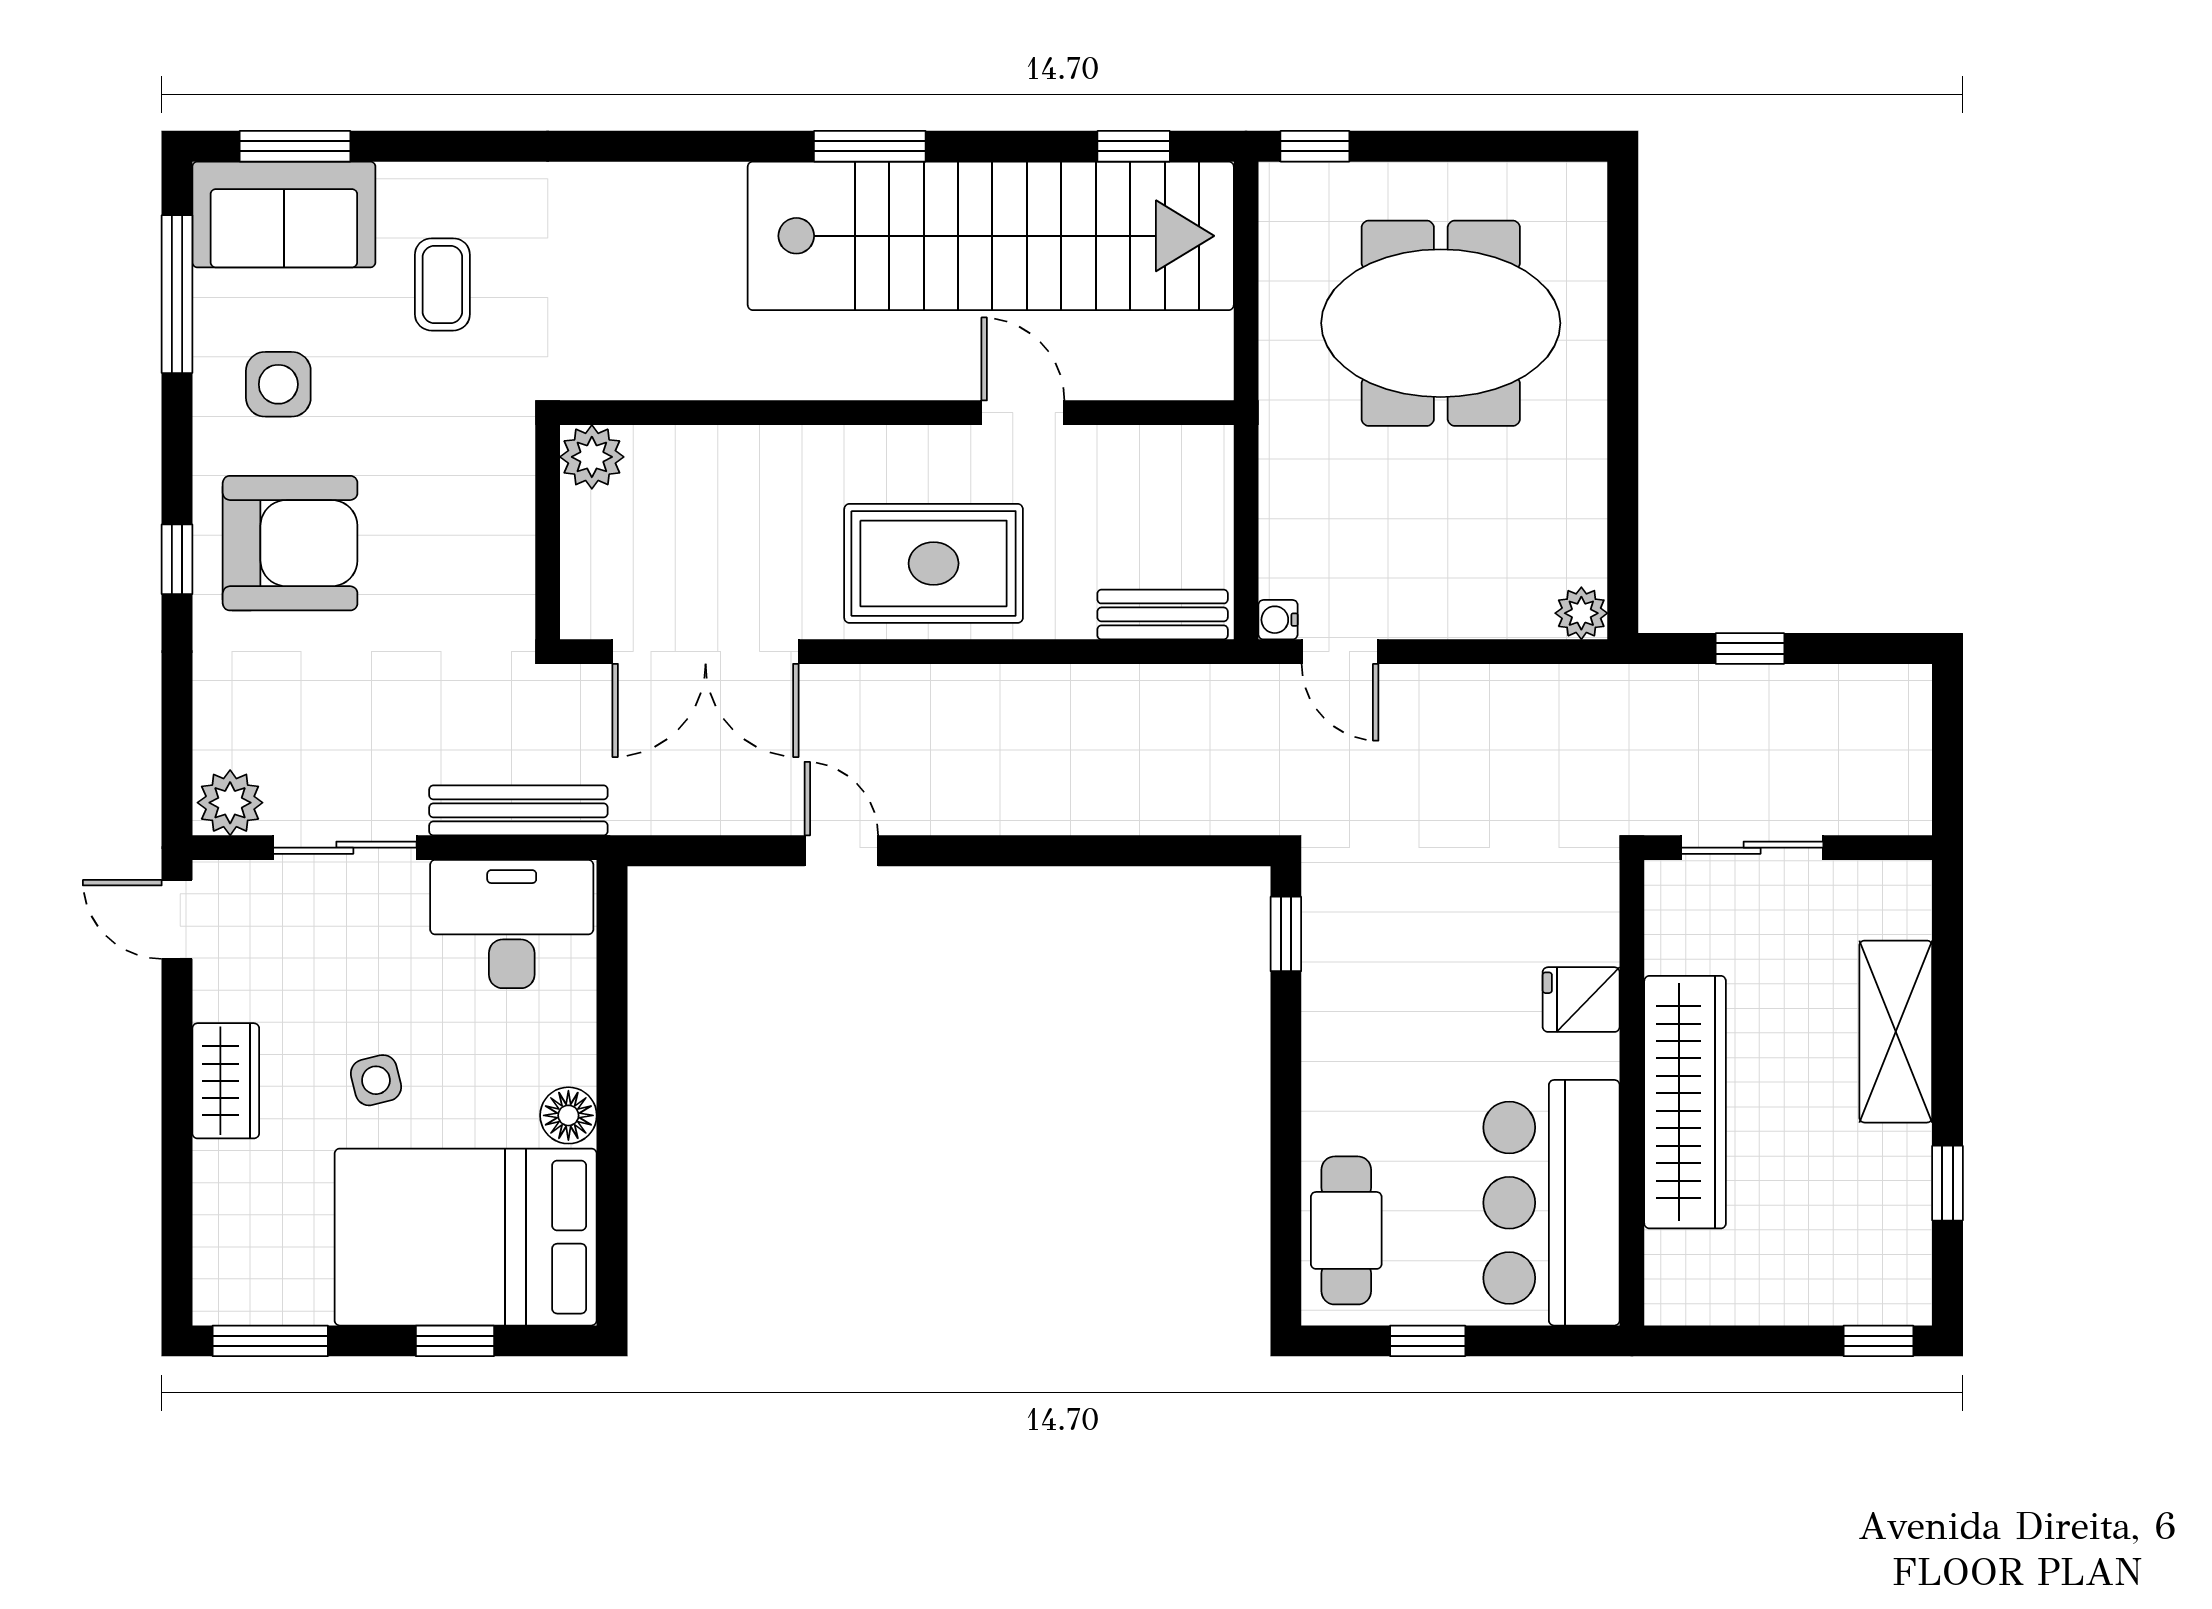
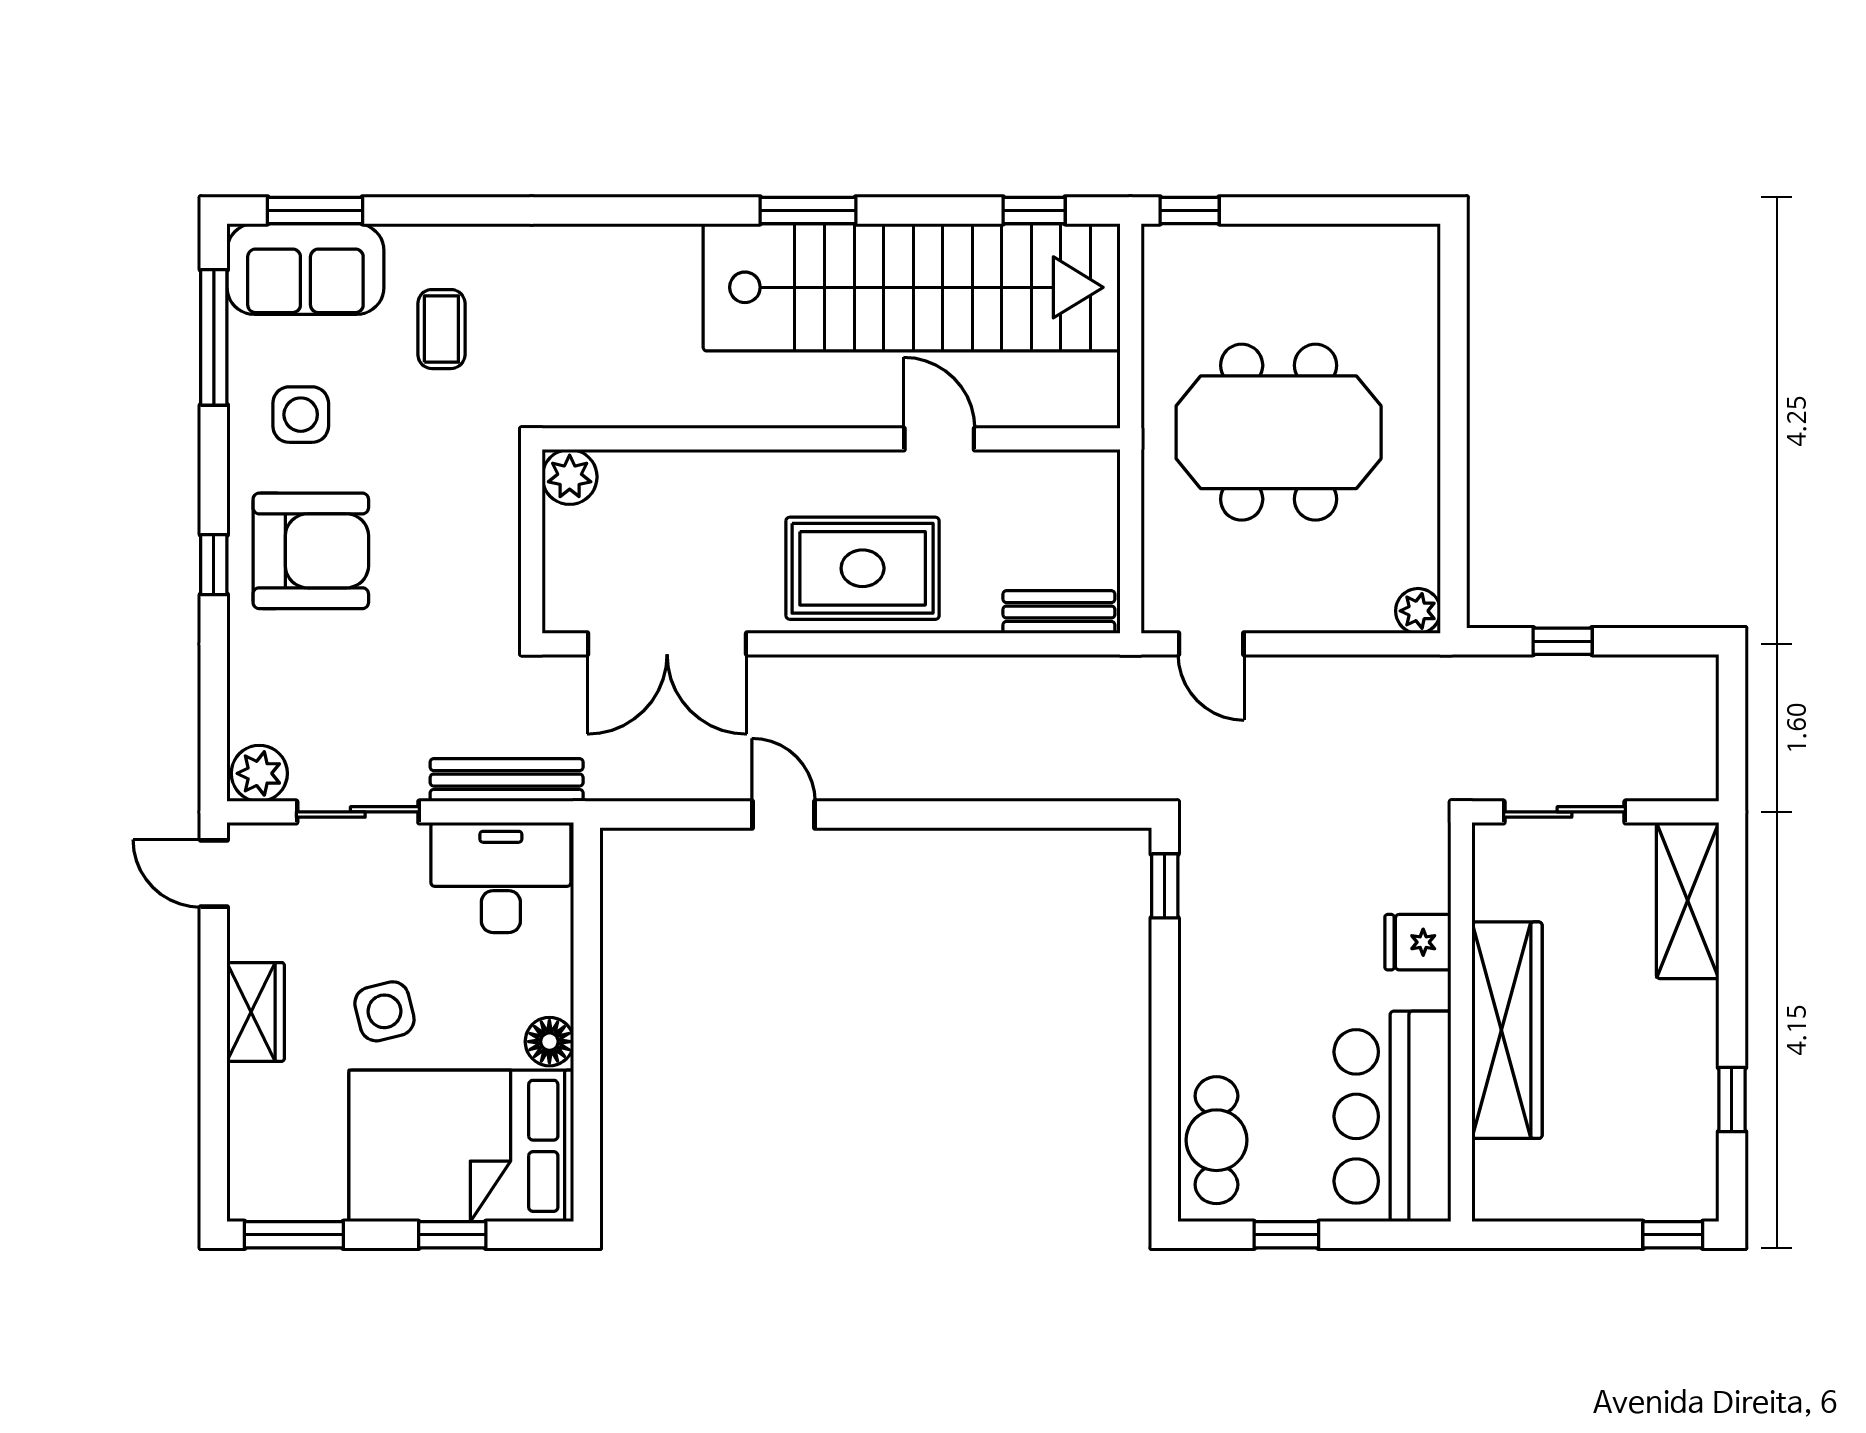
meeting table: (1441, 323) -> (1279, 432), moved
water cooler: (1278, 620) -> (1158, 616), removed
shelving: (1896, 1032) -> (1688, 901), moved
side table: (376, 1080) -> (384, 1011), width x1.37, depth x1.37

